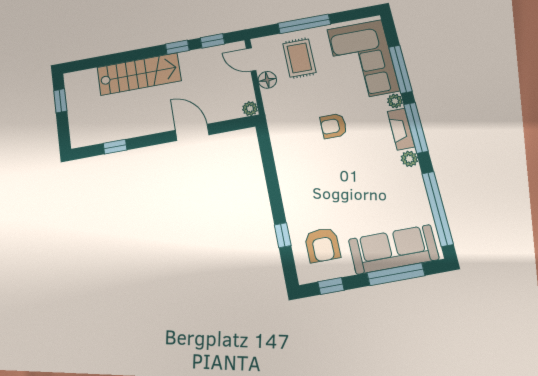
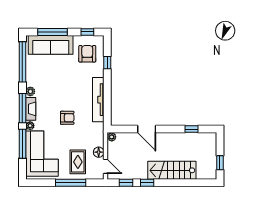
tv unit: (286, 167) -> (98, 100), added

